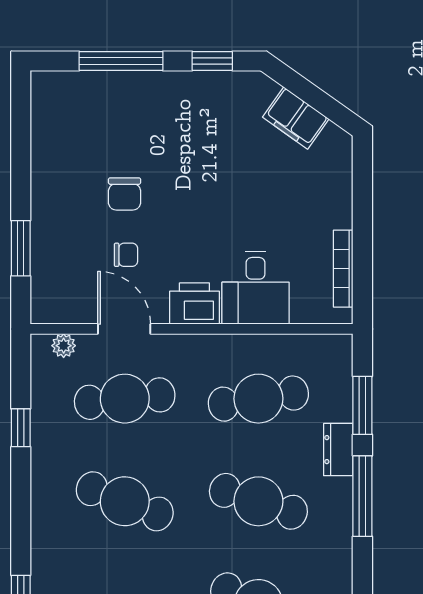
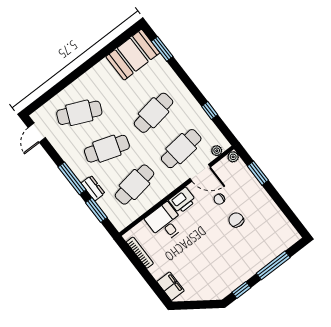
filing cabinet: (296, 118) -> (171, 286), moved, turned 55
plant: (43, 312) -> (233, 157), added
cafe table: (125, 501) -> (154, 113), turned -30

